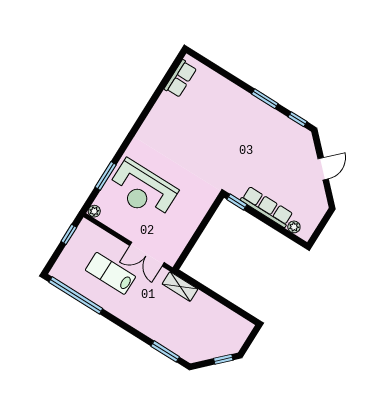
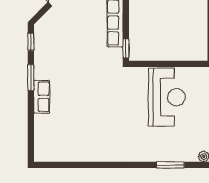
row of seats: (180, 79) -> (42, 97), moved, turned 90
reception desk: (143, 190) -> (167, 97), moved

